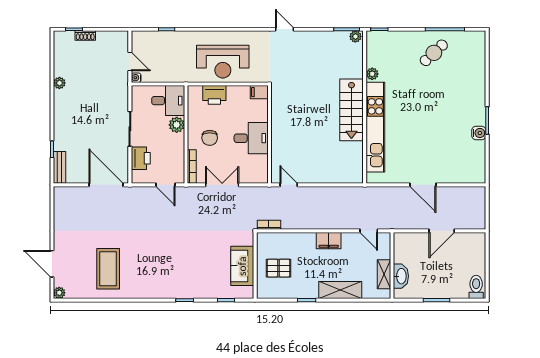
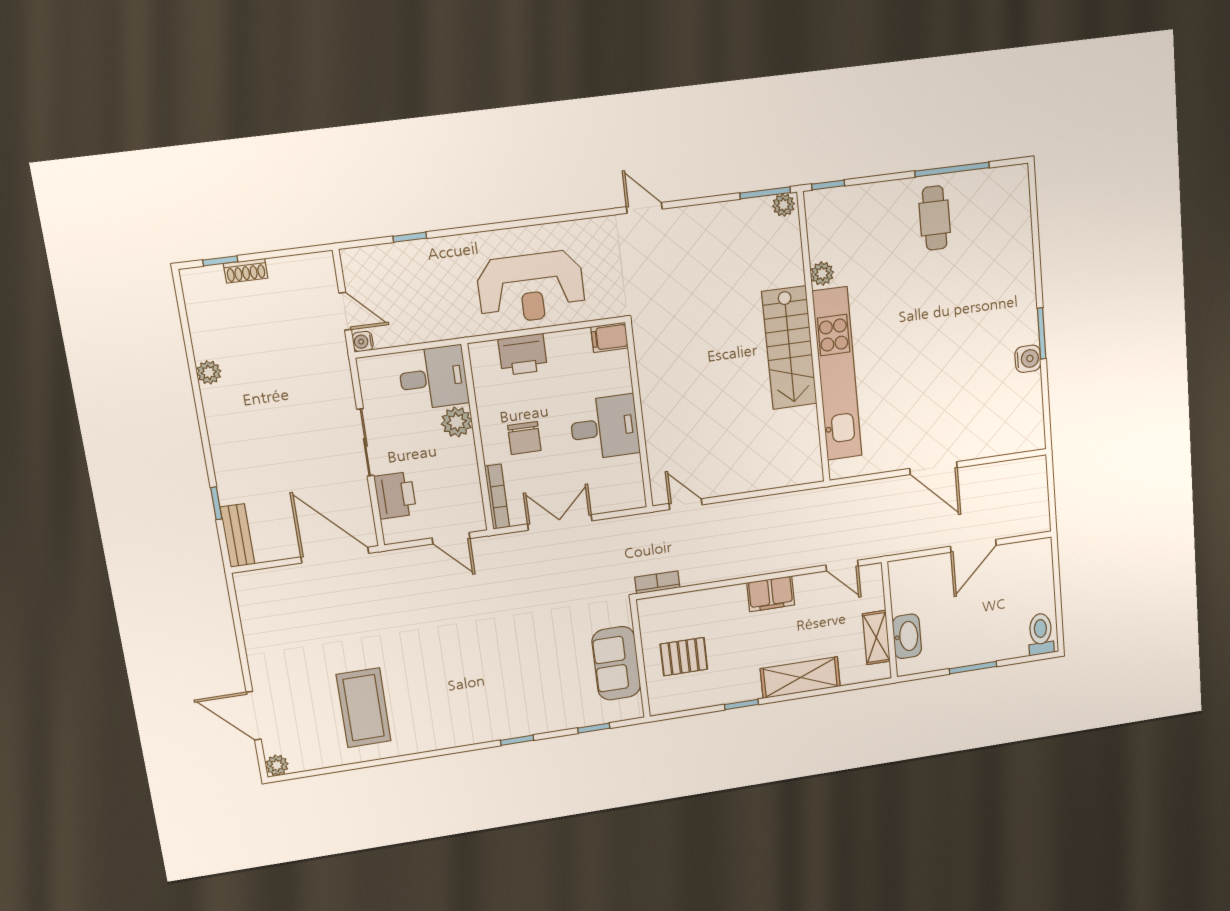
cafe table: (434, 53) -> (935, 218), turned -47

